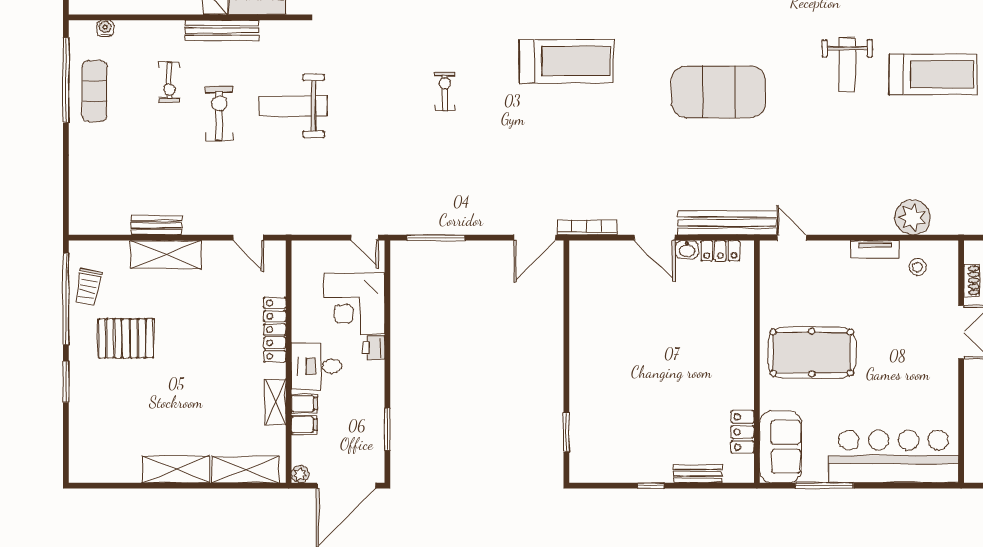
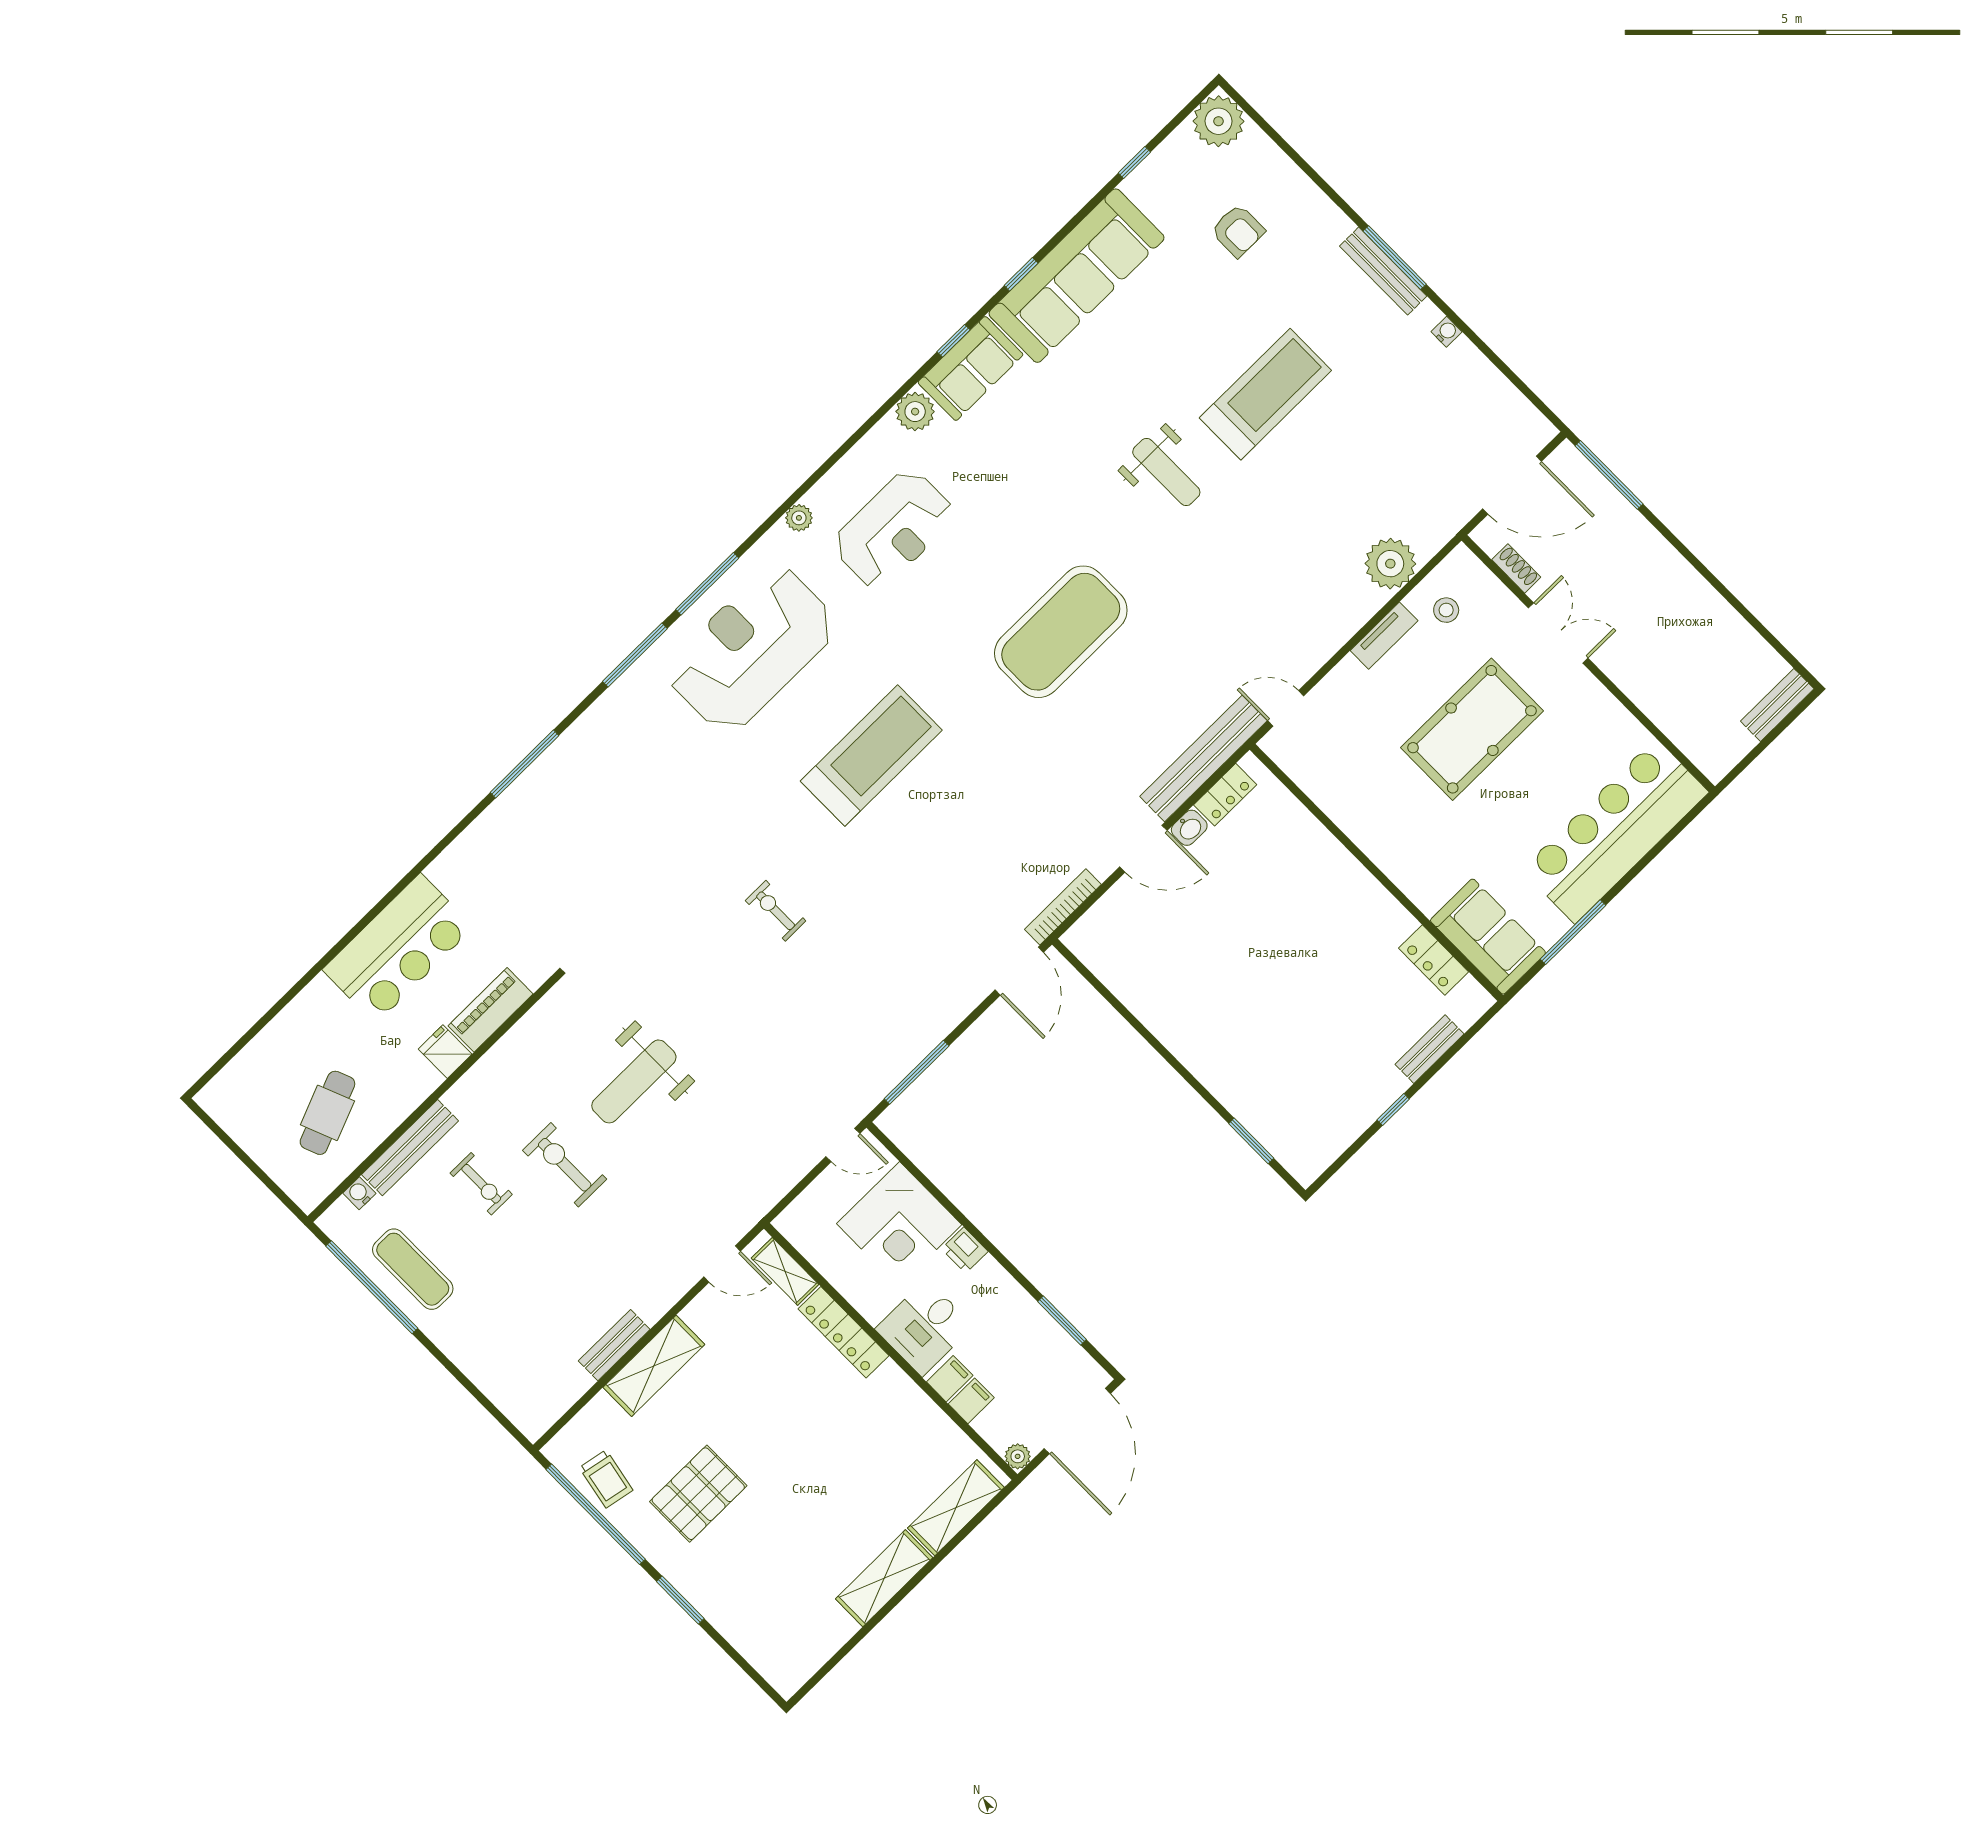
bench: (222, 30) -> (410, 1148), moved
pool table: (812, 353) -> (1472, 729), moved
shelving: (276, 402) -> (785, 1271), moved

